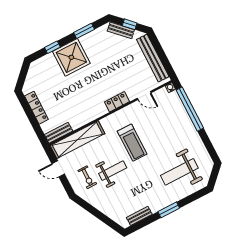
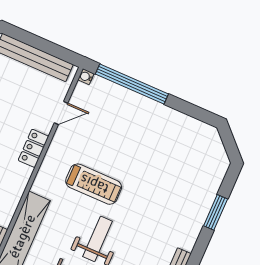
weight bench: (179, 172) -> (182, 173), removed
window: (169, 210) -> (216, 212), moved

